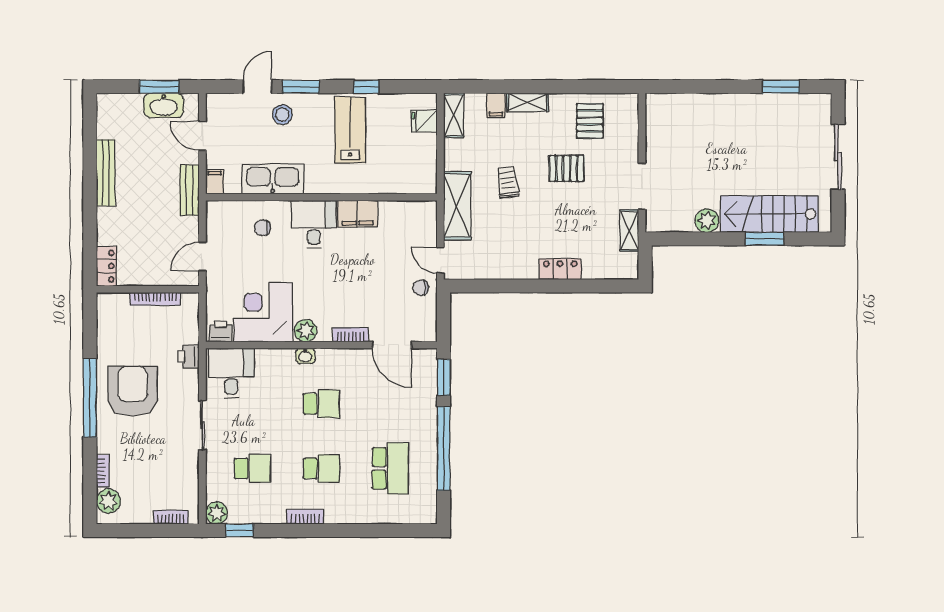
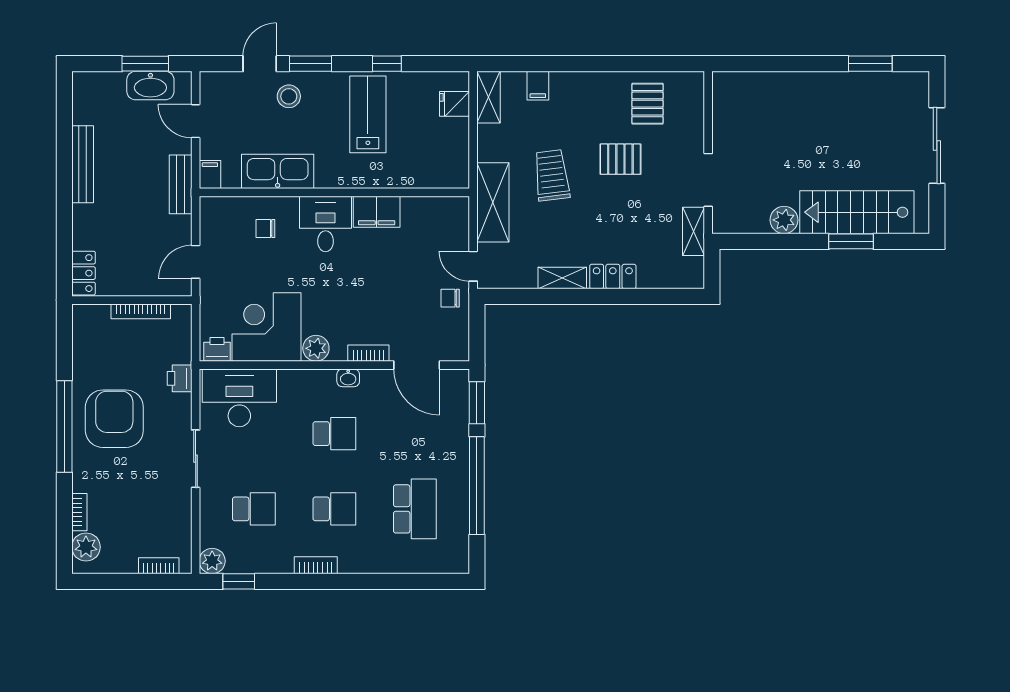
shelving: (527, 102) -> (562, 278), moved
trolley: (508, 182) -> (552, 175), width x1.36, depth x1.39
washbasin: (305, 356) -> (348, 378), moved
desk: (231, 373) -> (239, 398), width x1.37

